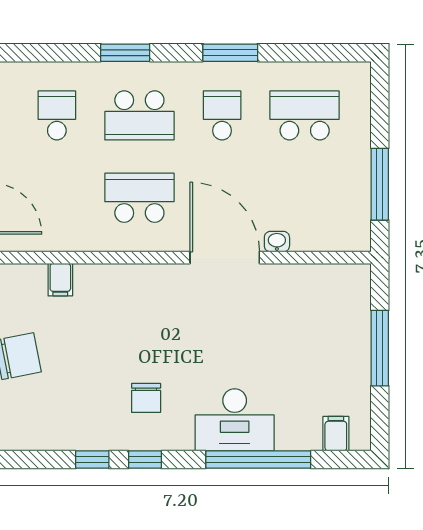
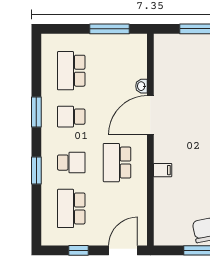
school desk: (57, 115) -> (71, 208), width x1.85
school desk: (139, 115) -> (71, 163), width x0.54
filing cabinet: (60, 280) -> (163, 170), moved

